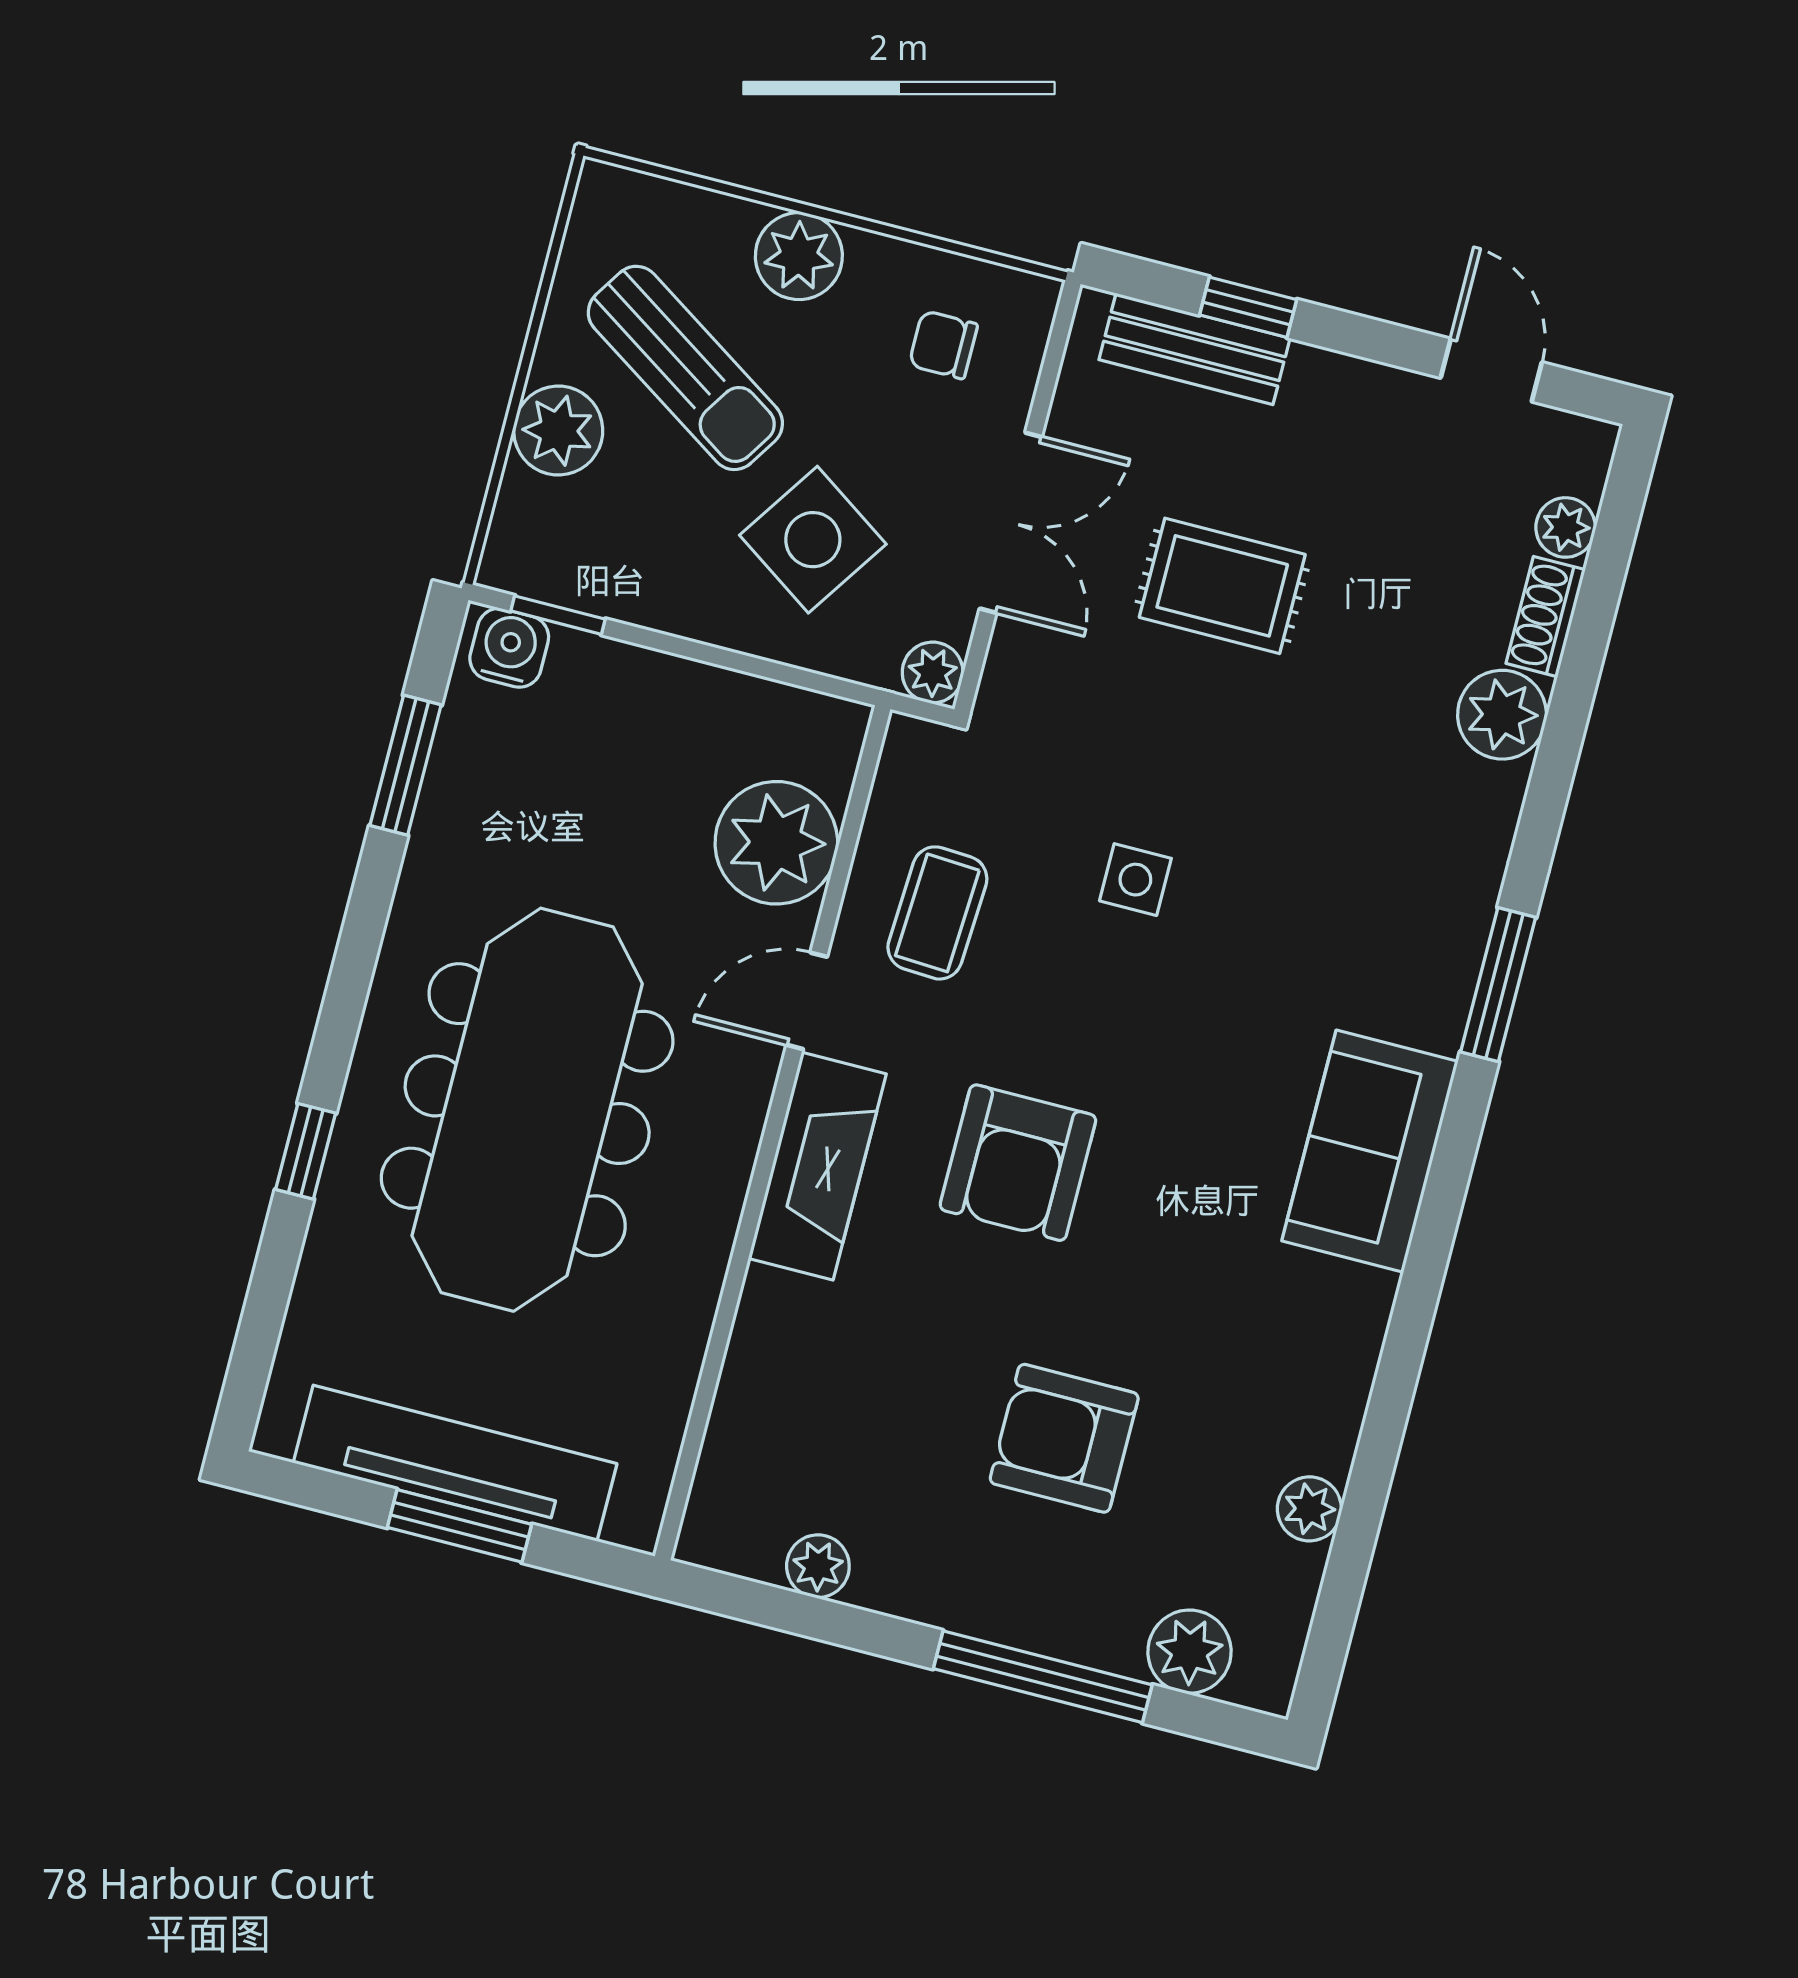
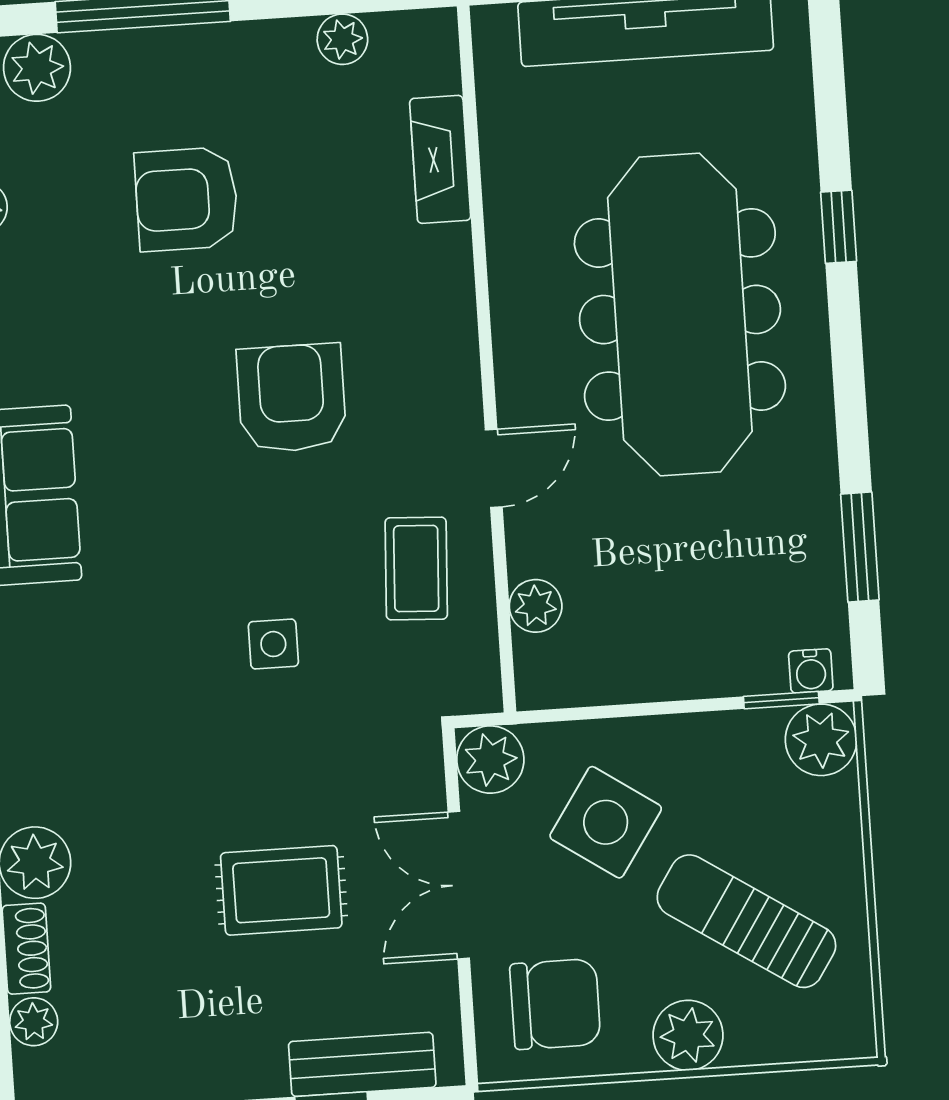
chair: (943, 345) -> (555, 1004), width x1.87, depth x1.87
plant: (558, 431) -> (821, 740), moved
water cooler: (509, 648) -> (811, 671), width x0.72, depth x0.72
plant: (933, 672) -> (490, 760), width x1.38, depth x1.38
plant: (776, 843) -> (536, 606), width x0.53, depth x0.53
fireplace: (817, 1166) -> (440, 159), moved, width x0.73, depth x0.76
armchair: (1064, 1438) -> (187, 199), turned 180

